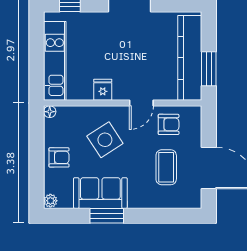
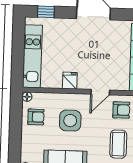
side table: (105, 140) -> (70, 121), turned 33
armchair: (59, 157) -> (36, 117), moved

